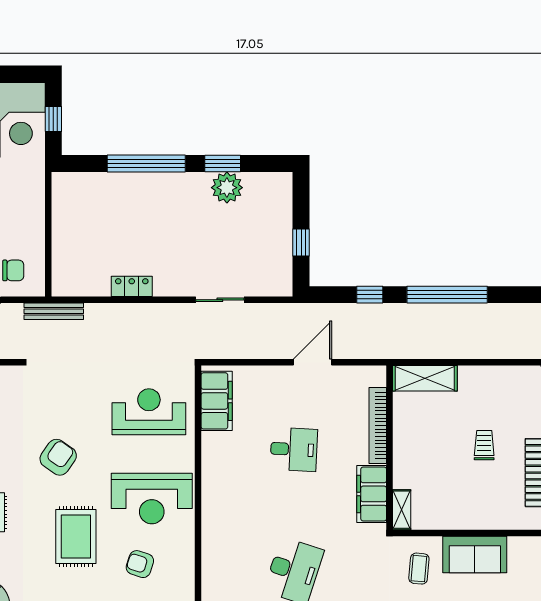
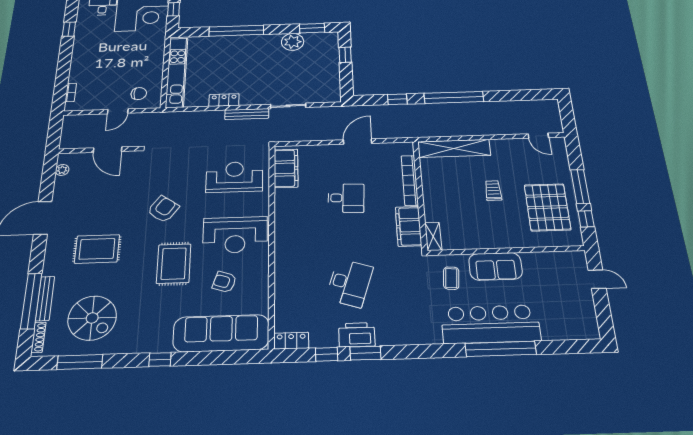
window: (223, 163) -> (312, 28), moved
kitchen unit: (64, 236) -> (177, 72), added
window: (301, 242) -> (345, 55), moved
bench: (54, 311) -> (247, 114), moved
shelving: (425, 378) -> (454, 148), width x1.47

